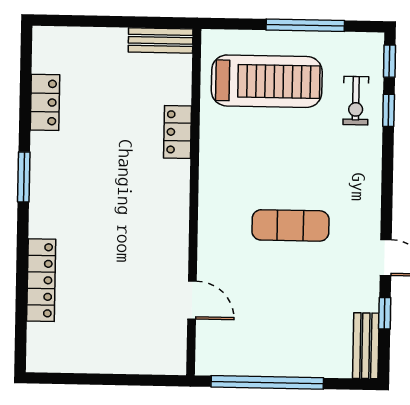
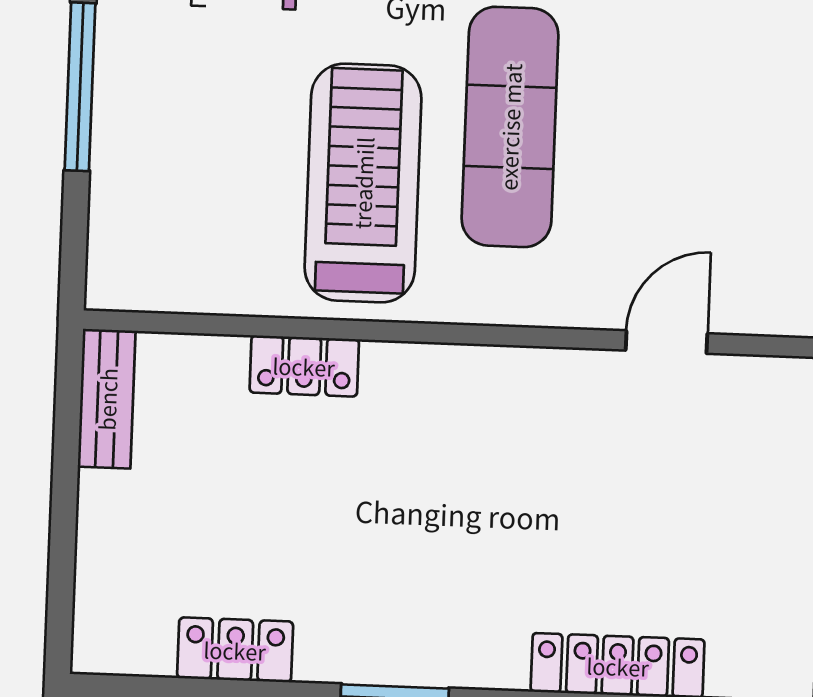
treadmill: (267, 81) -> (363, 183), moved
exercise mat: (290, 225) -> (510, 127), width x1.36, depth x1.45

